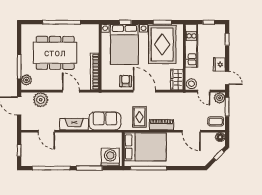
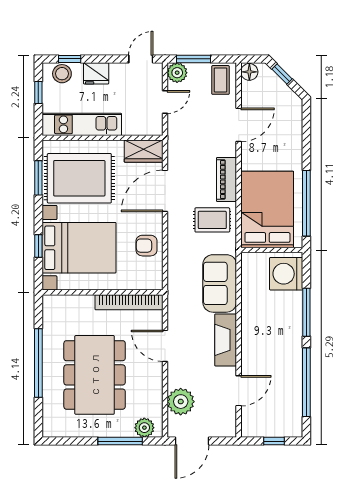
fridge: (219, 64) -> (96, 73), moved
stool: (191, 84) -> (62, 74), moved
door: (71, 91) -> (165, 346), hinge flipped
door: (144, 91) -> (165, 191), moved

